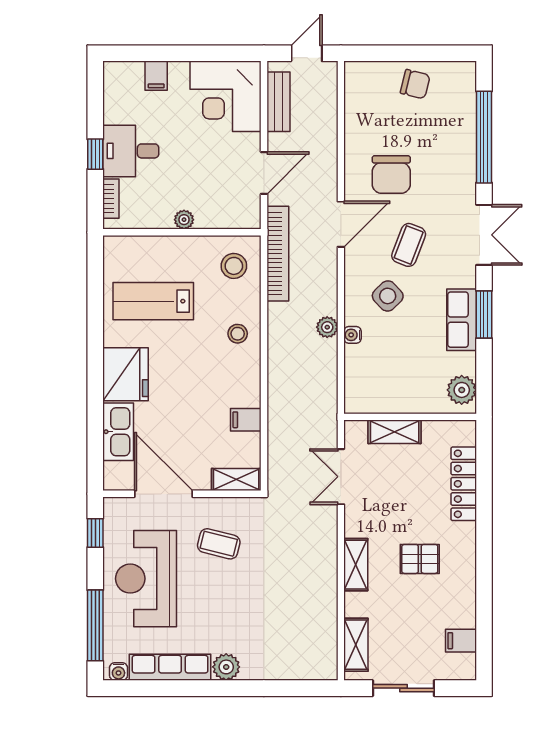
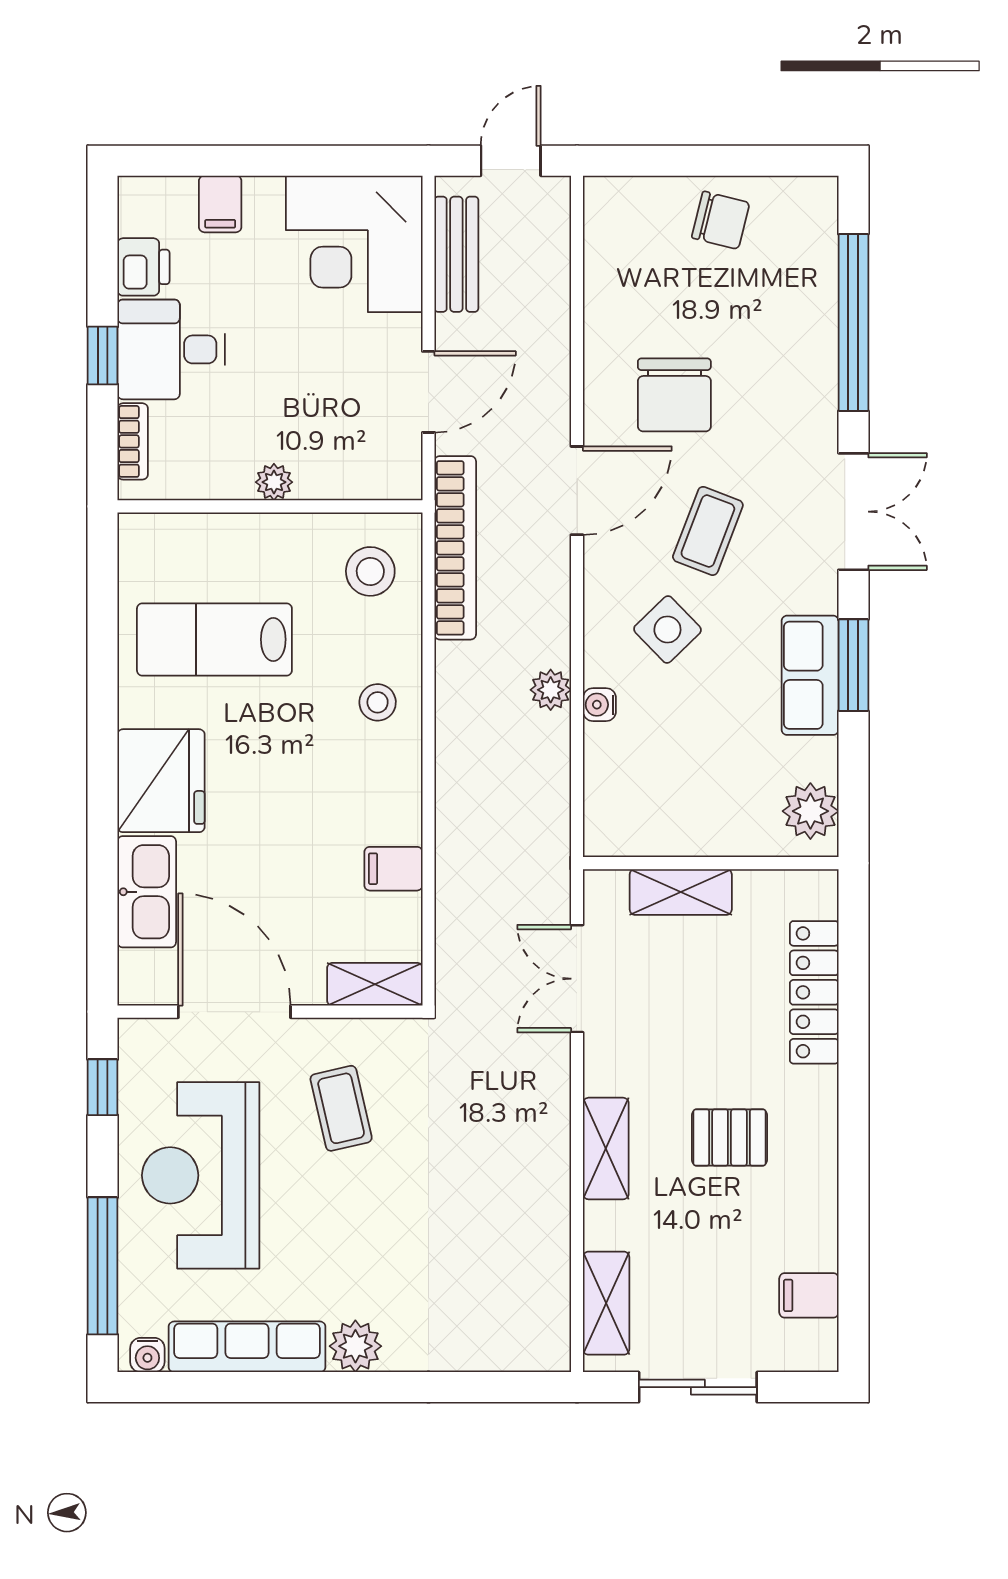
printer: (116, 108) -> (143, 267), added
coffee table: (219, 544) -> (341, 1108), turned 63

